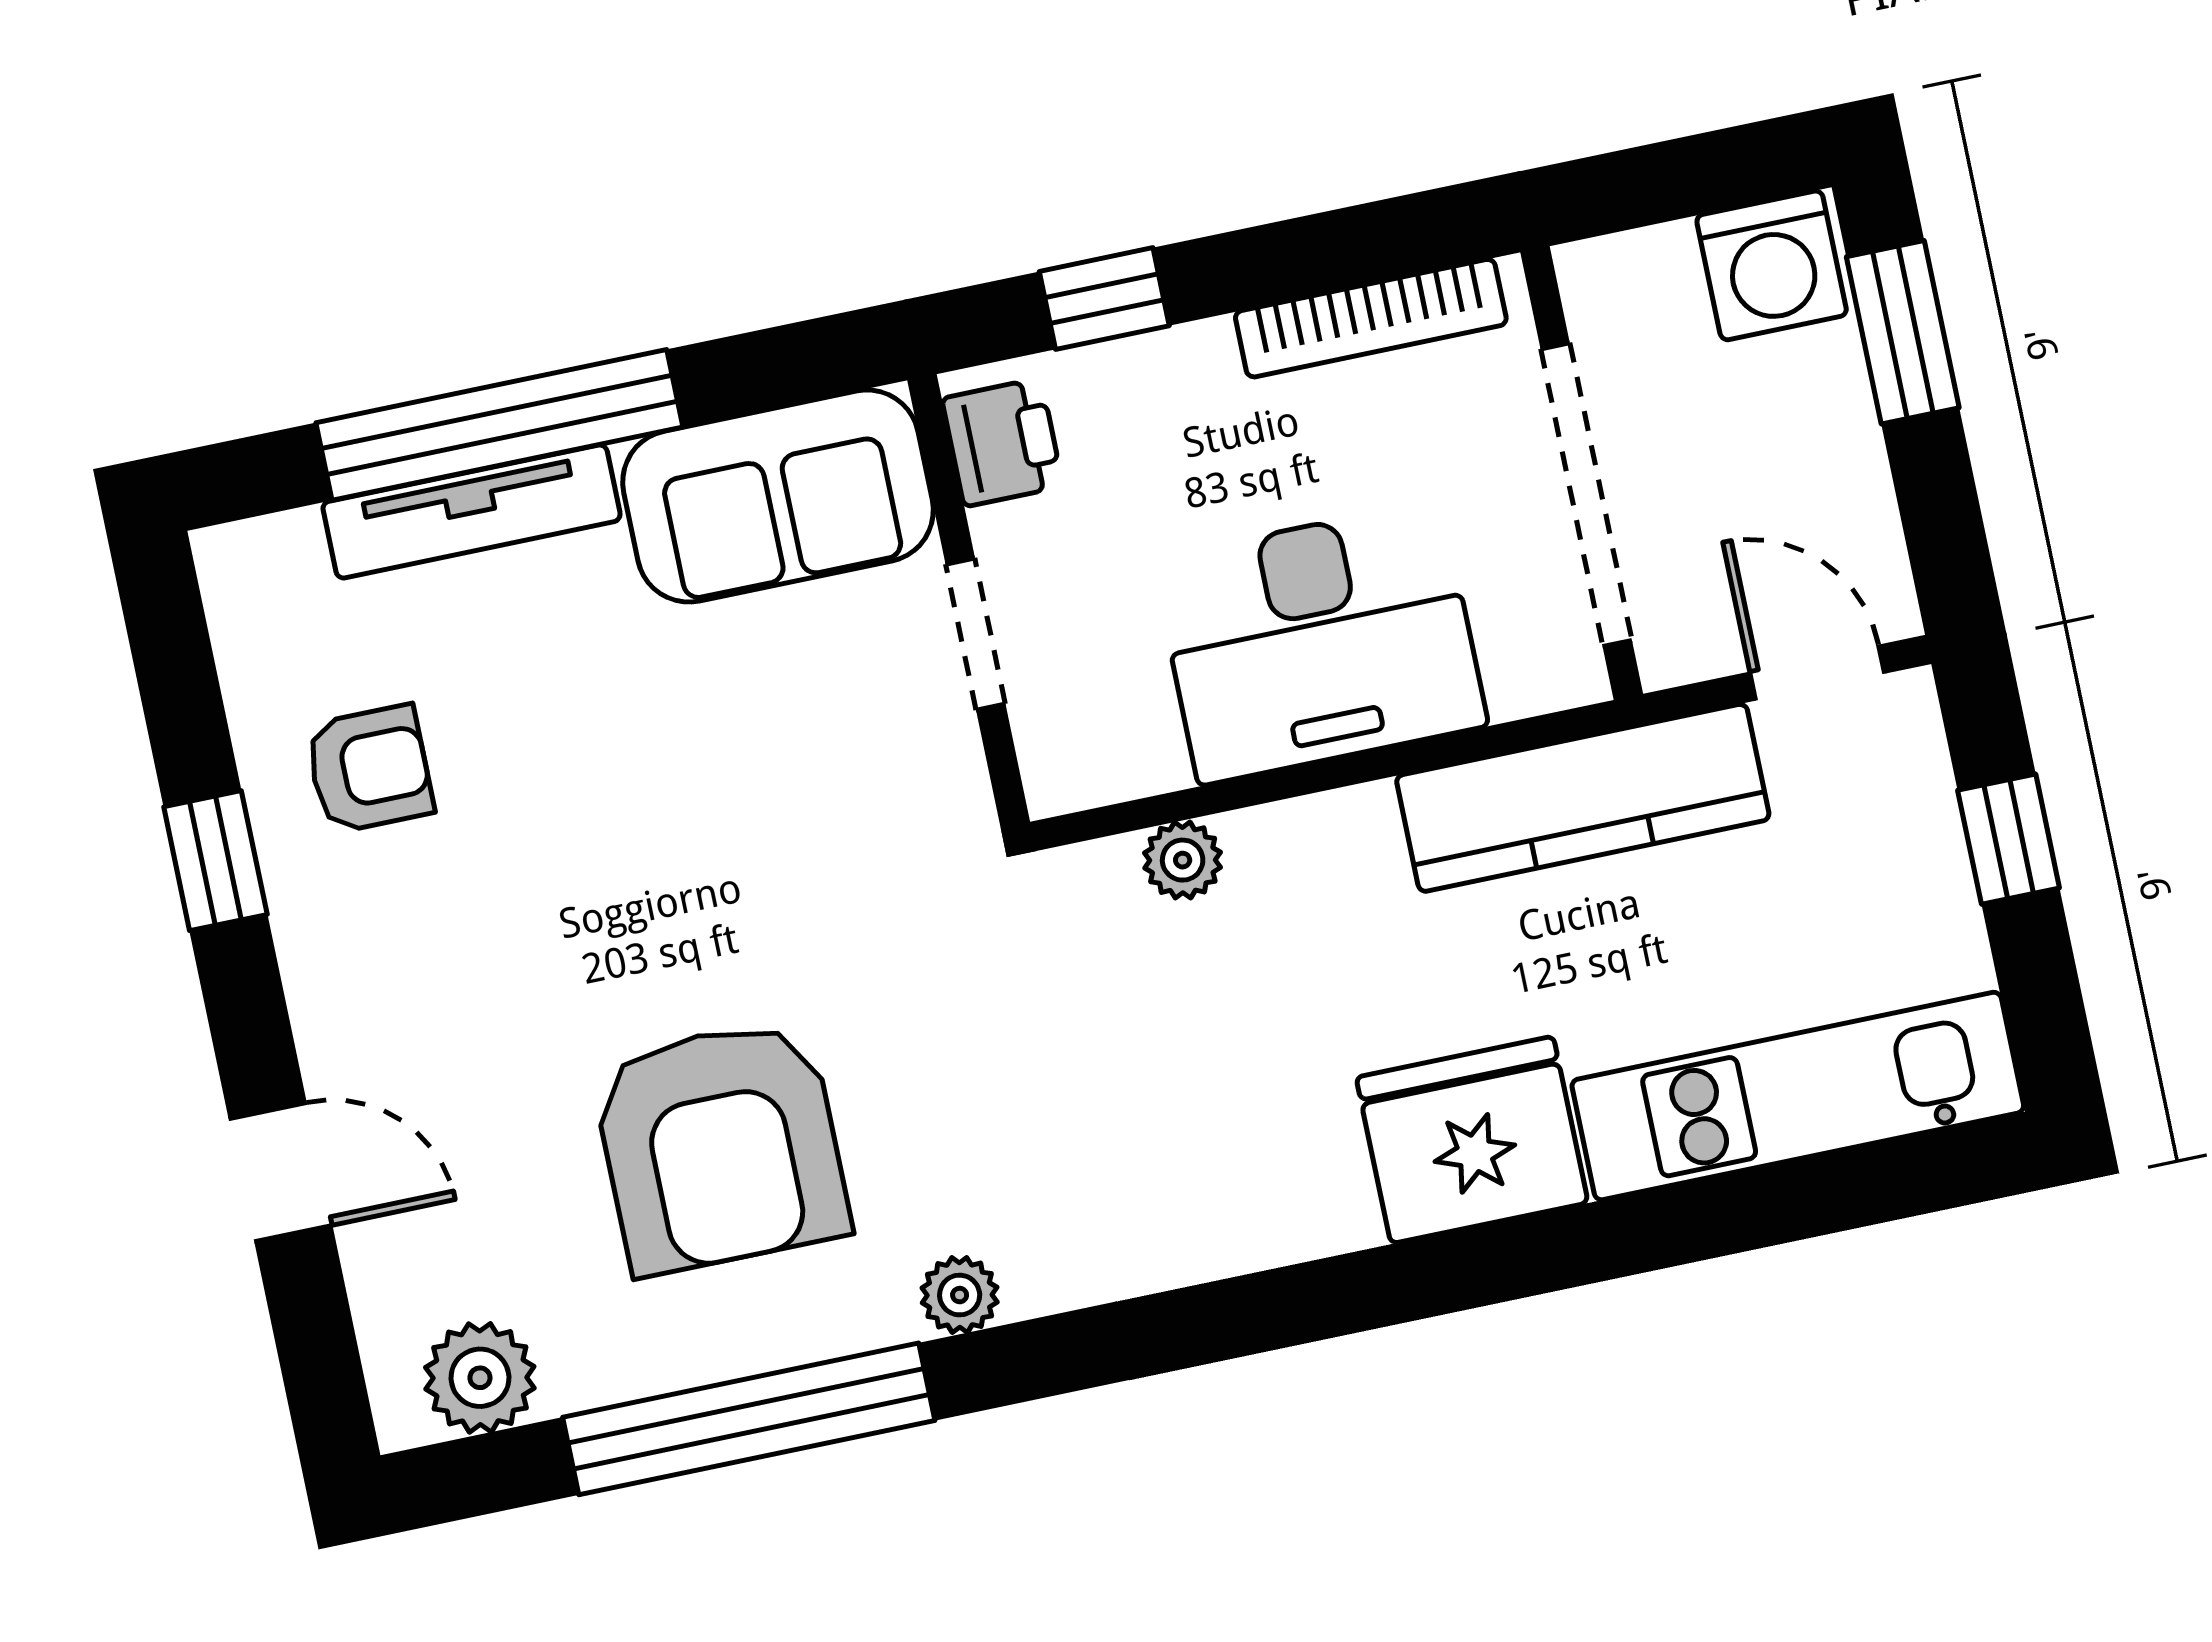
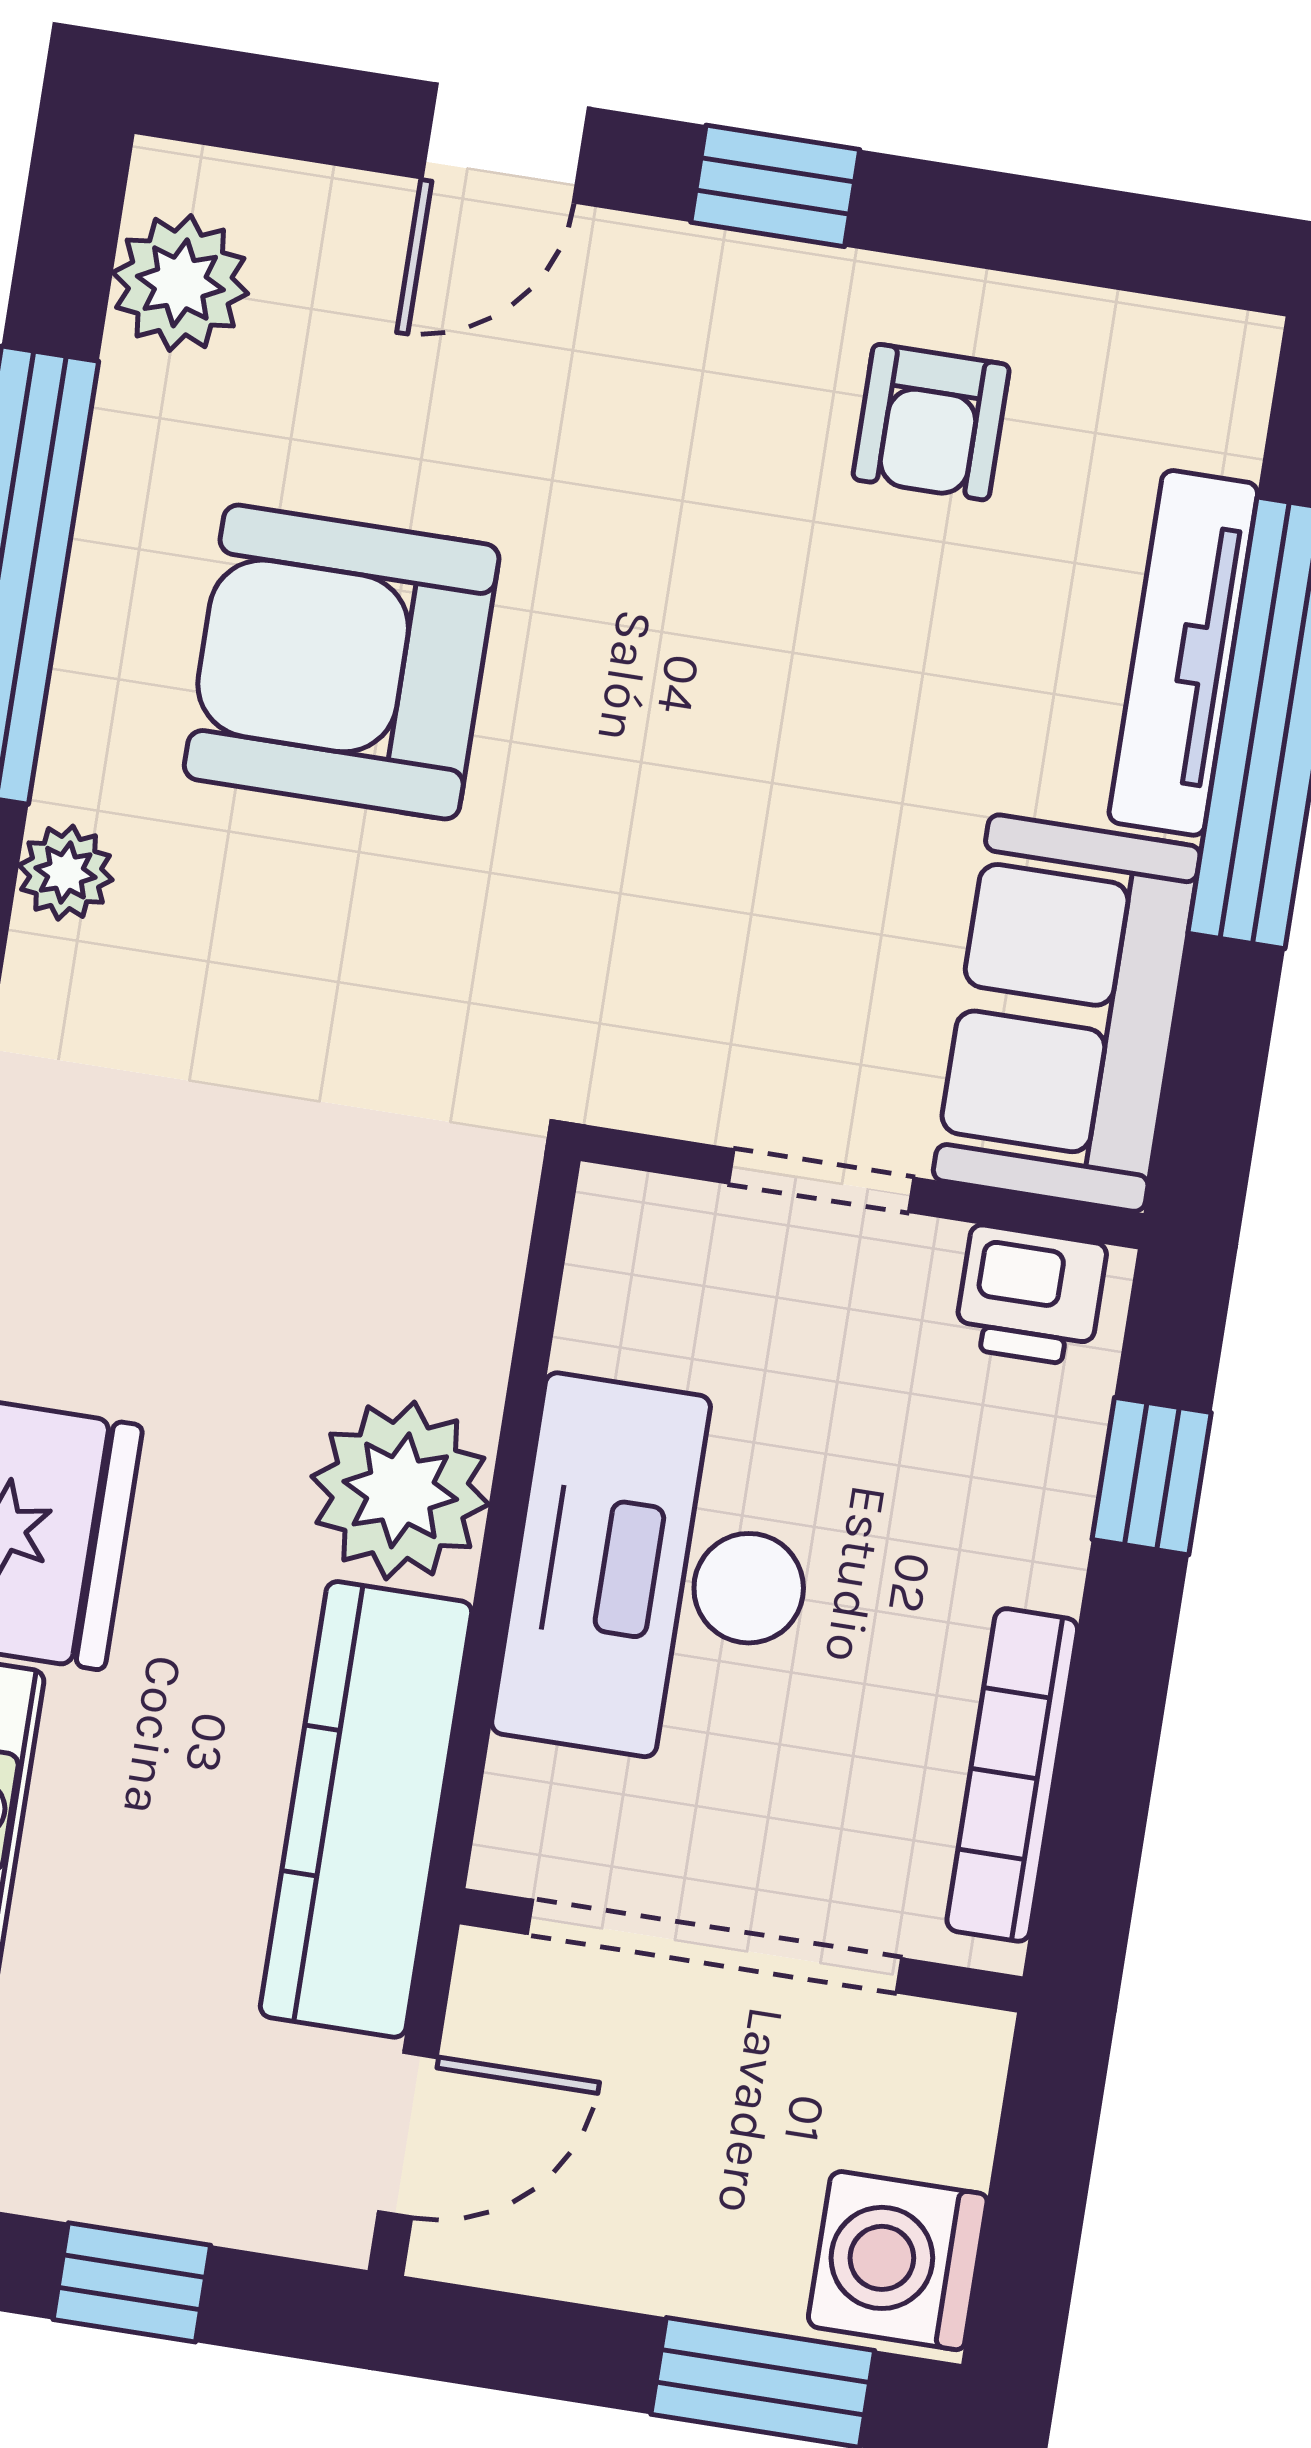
plant: (1183, 860) -> (400, 1490), moved, width x1.87, depth x1.87
window: (215, 861) -> (775, 186), moved

